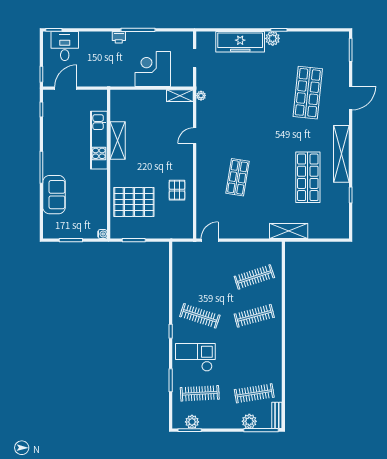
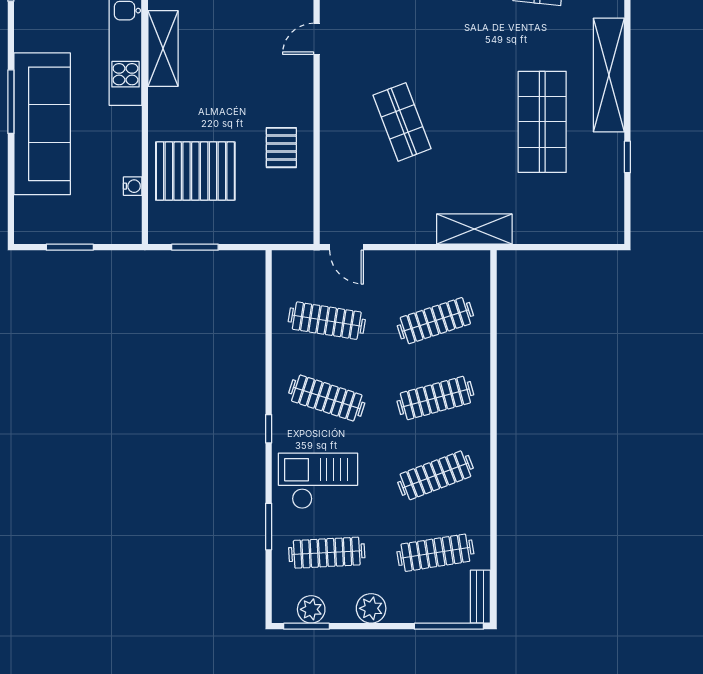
shop shelf: (238, 177) -> (402, 122), turned -30
sofa: (54, 195) -> (42, 124), width x1.85, depth x1.27
shelving: (289, 231) -> (474, 229), moved
water cooler: (102, 234) -> (133, 186), moved
door: (210, 240) -> (347, 247), swing flipped
clothes rail: (200, 277) -> (327, 321), added
clothes rail: (254, 355) -> (435, 475), added
plant: (249, 421) -> (371, 608), moved

